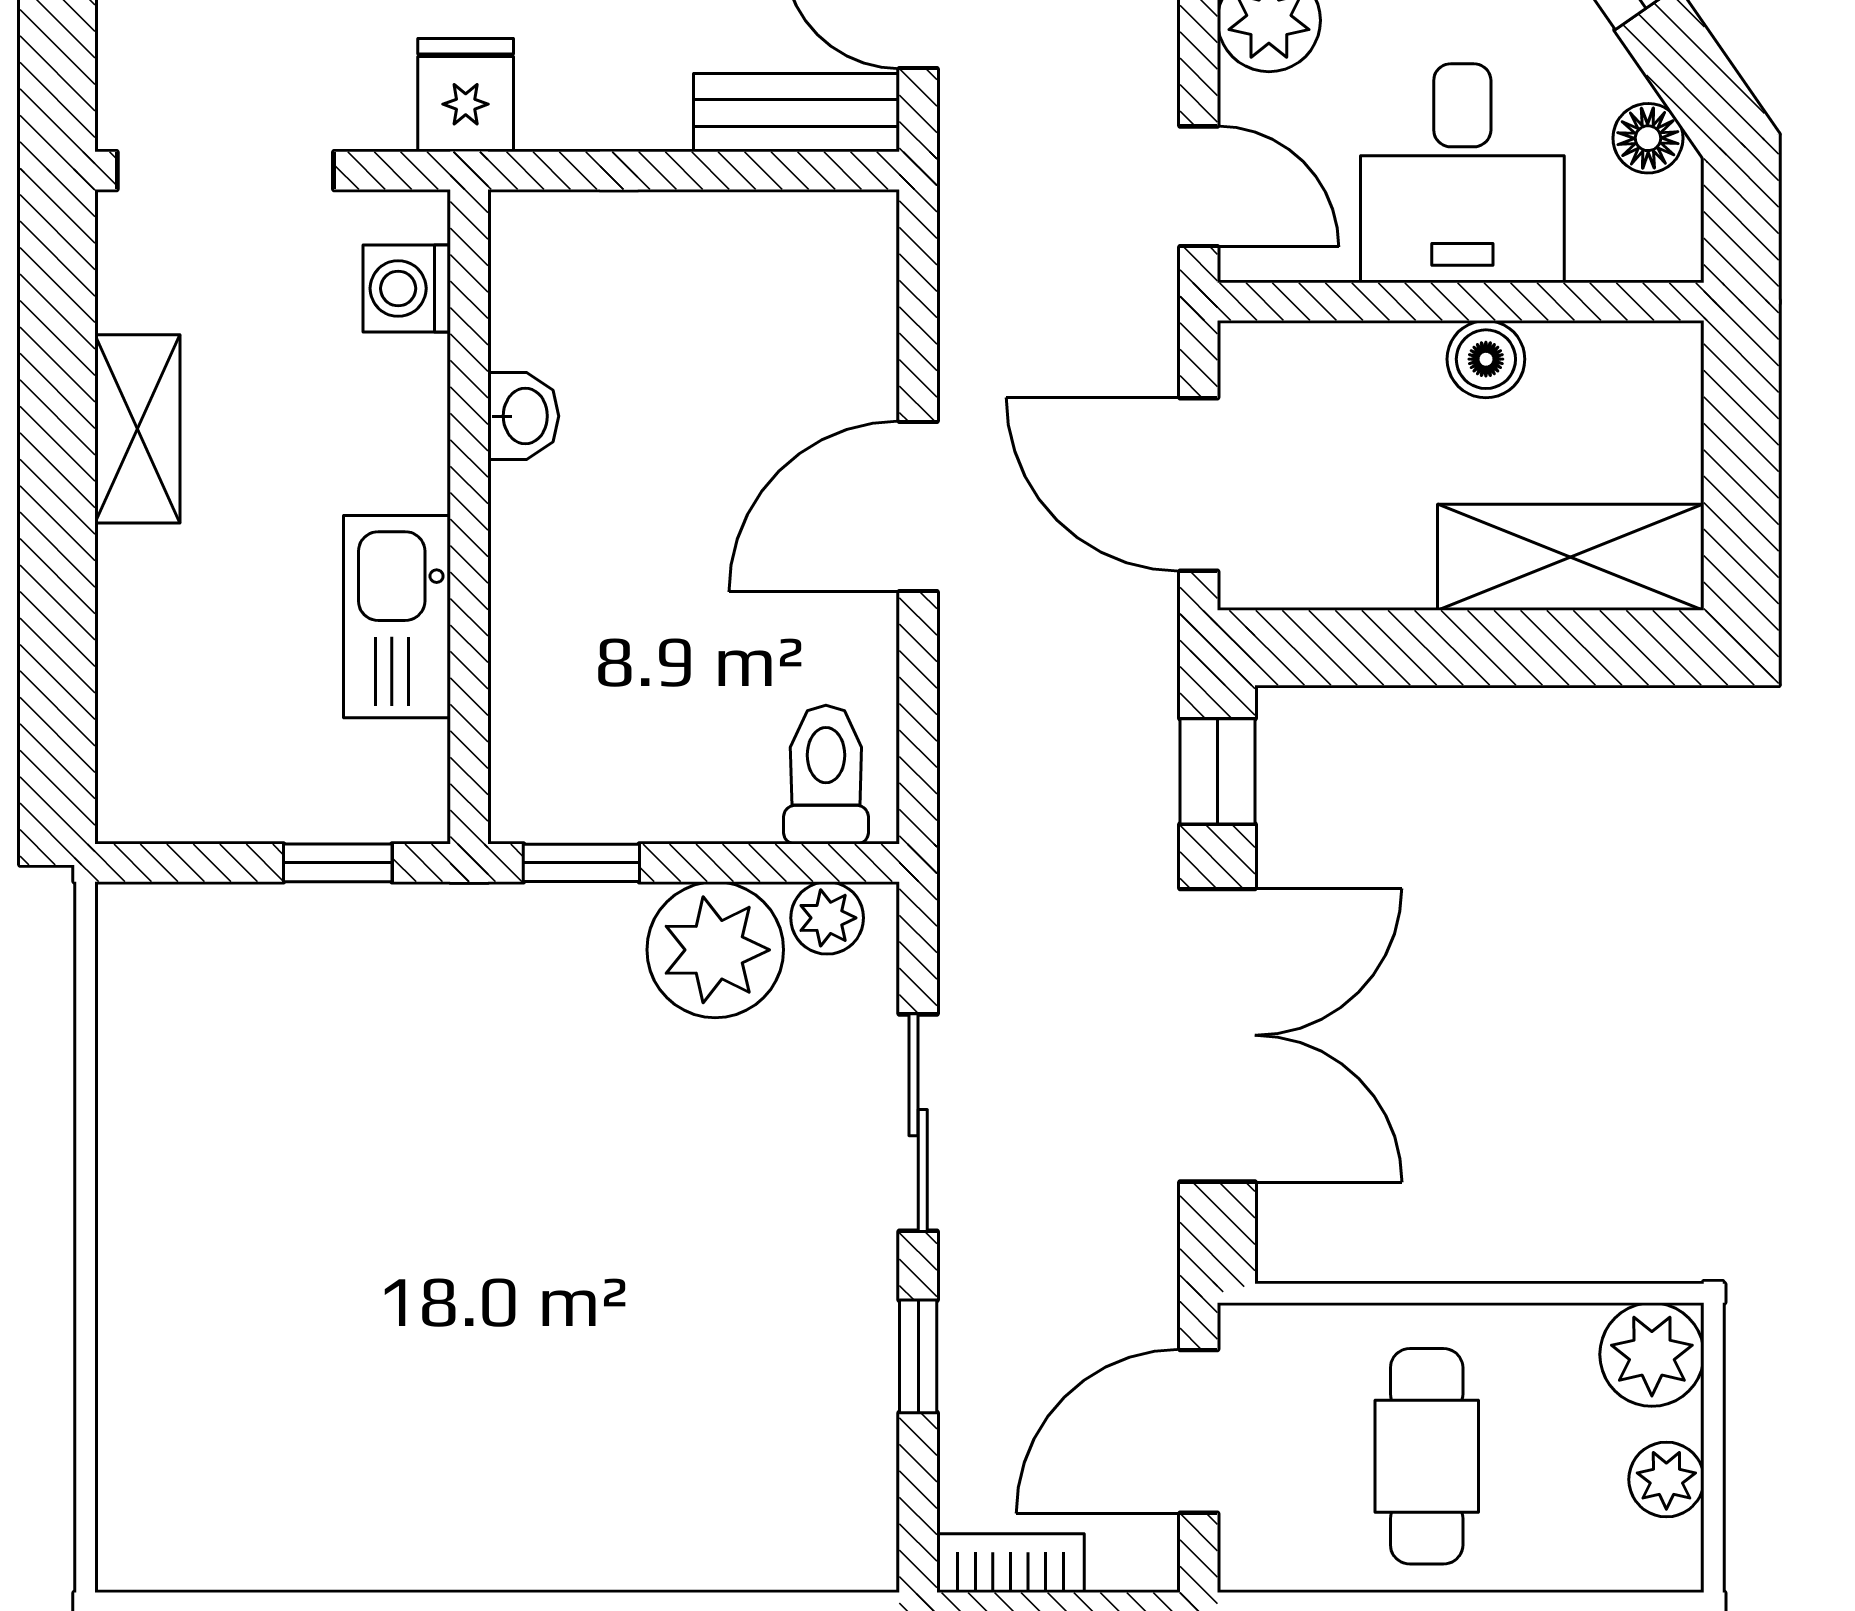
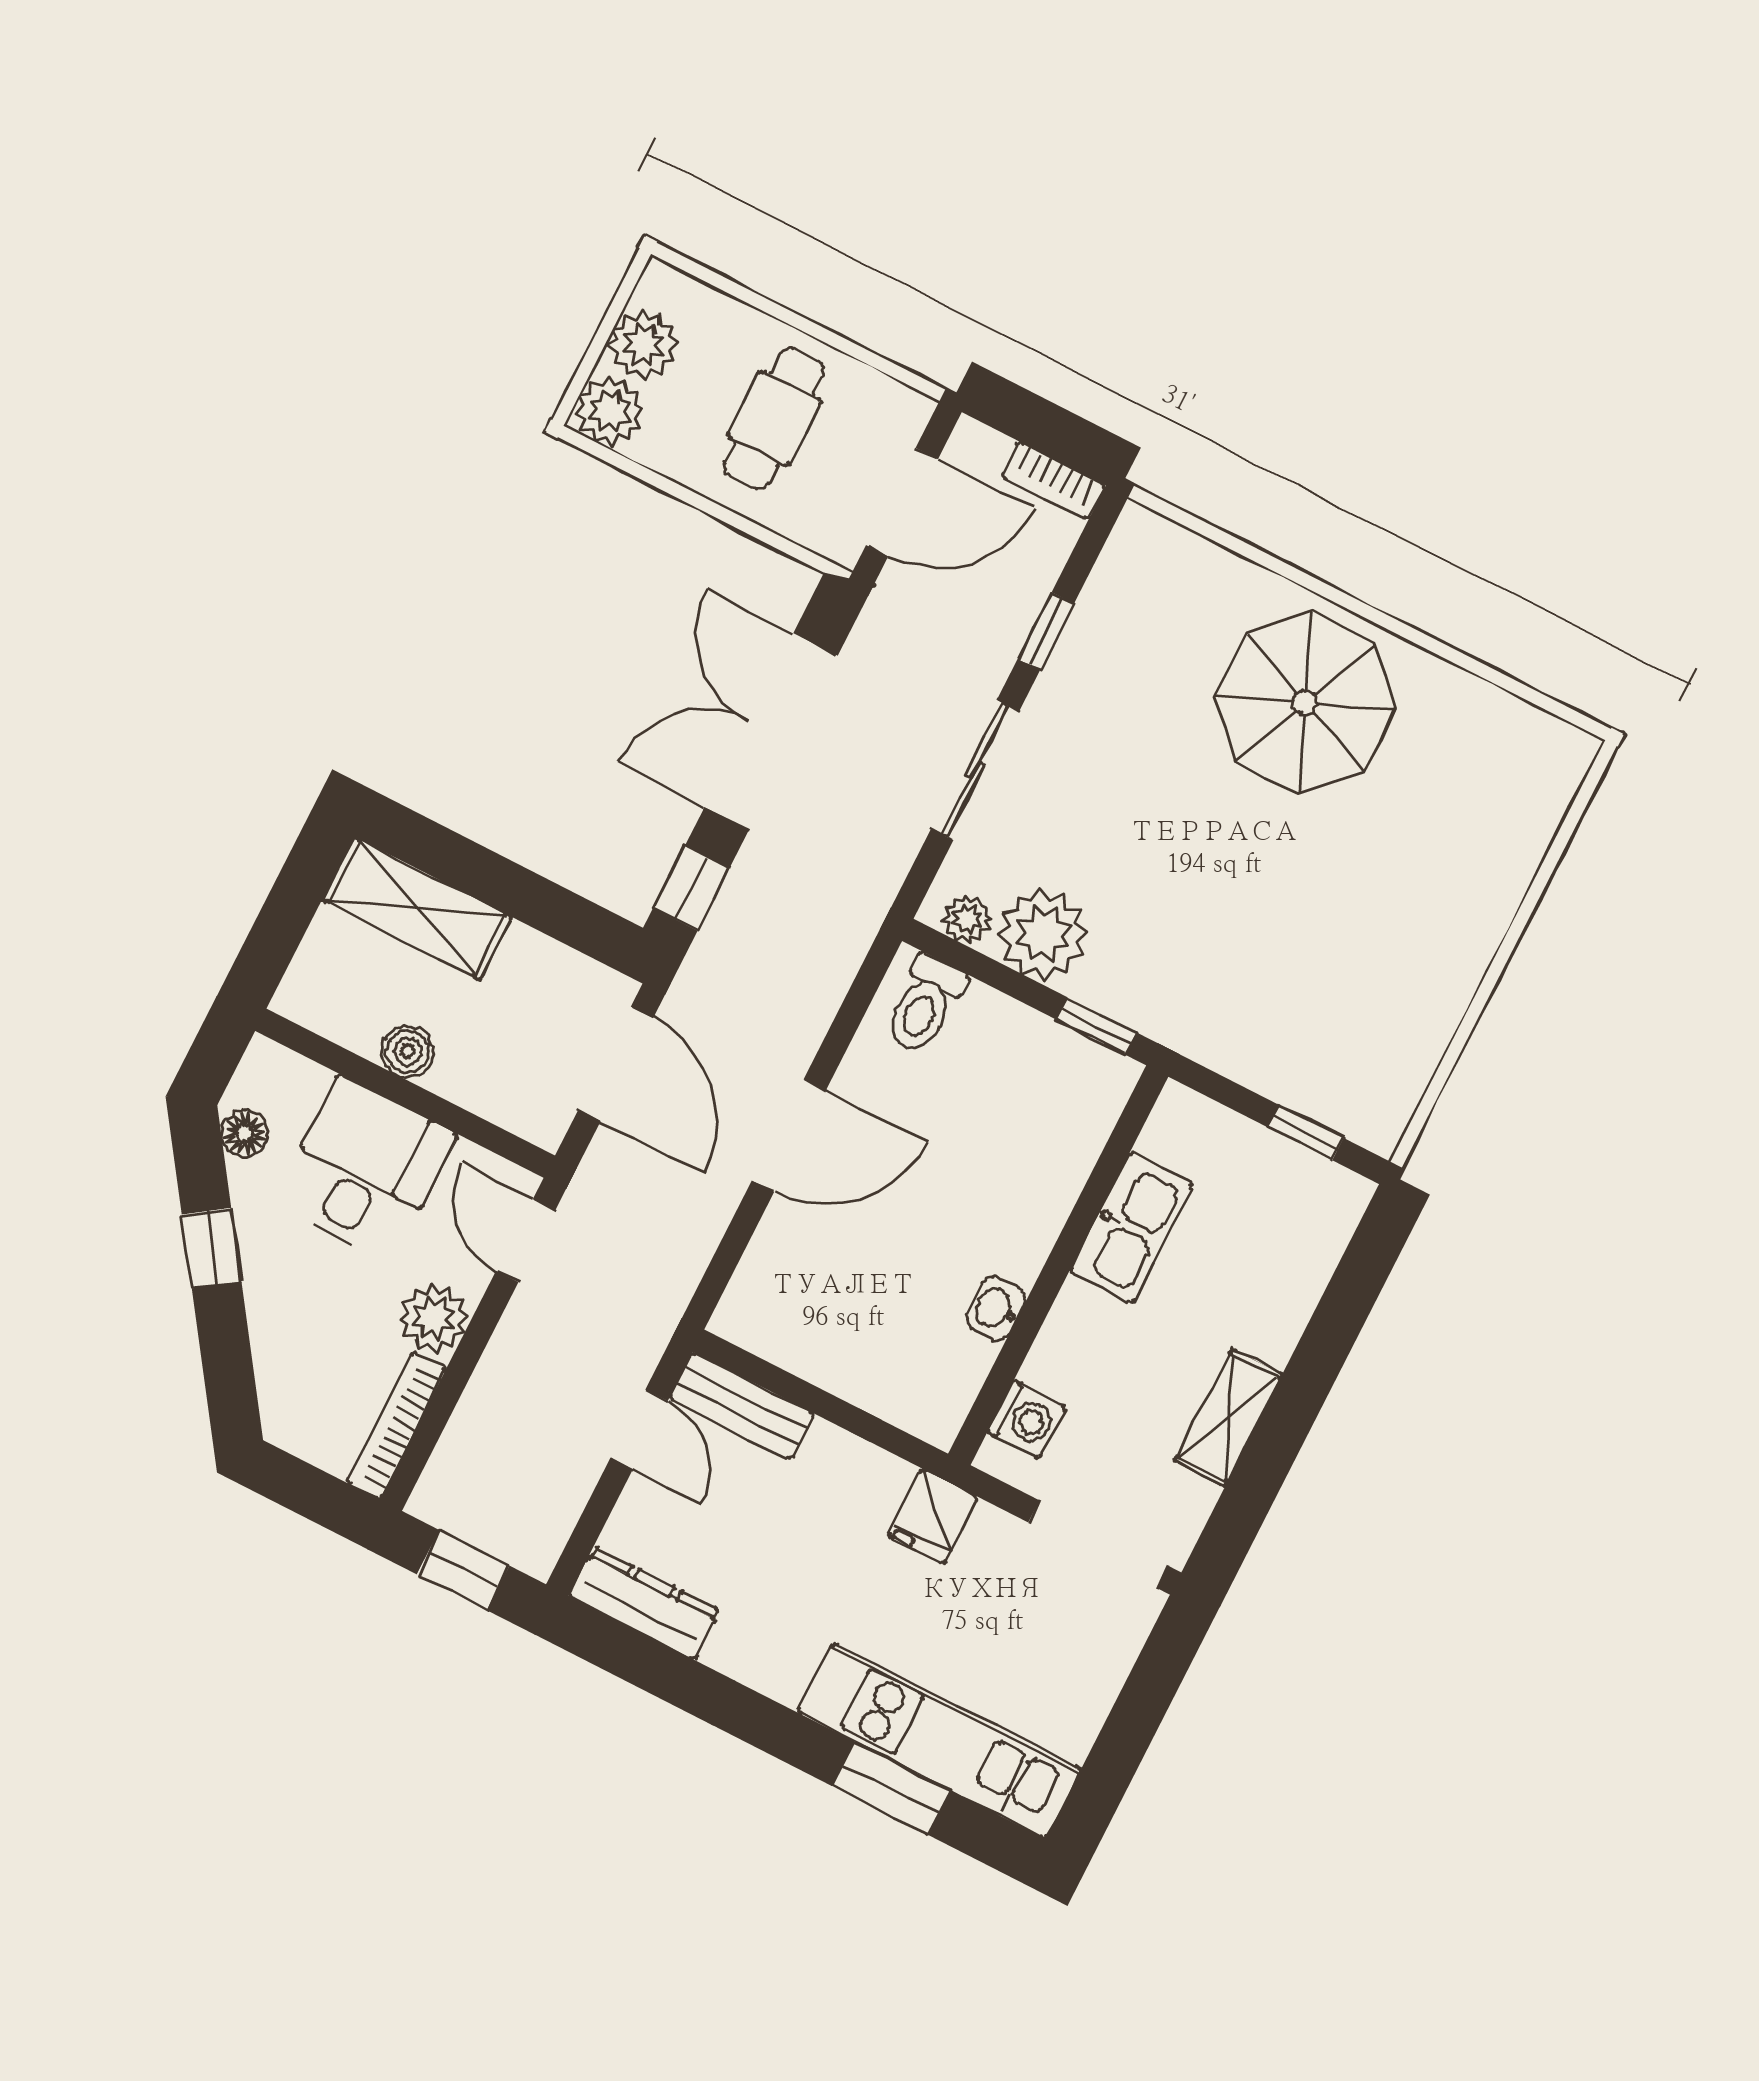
window: (338, 863) -> (1305, 1132), moved
parasol: (522, 1438) -> (1305, 703), added
plant: (1666, 1479) -> (643, 345), width x1.38, depth x1.38

